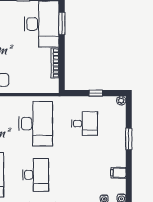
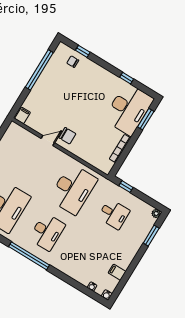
window: (96, 93) -> (126, 187), moved
window: (129, 139) -> (151, 236), moved

